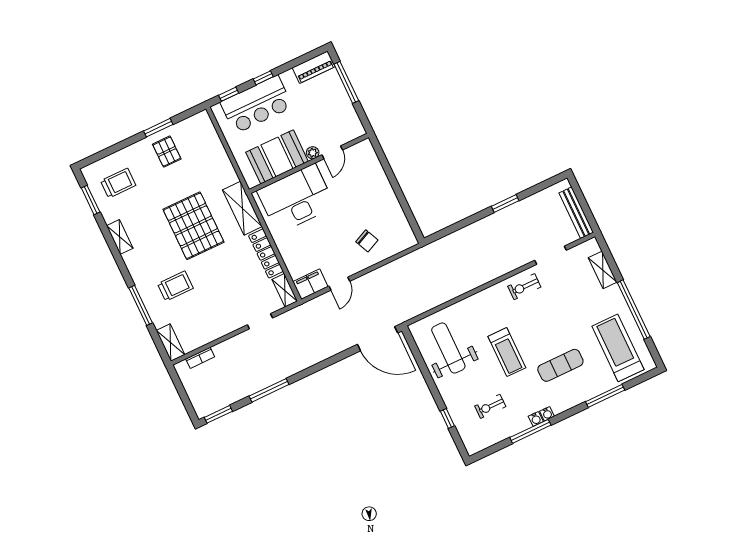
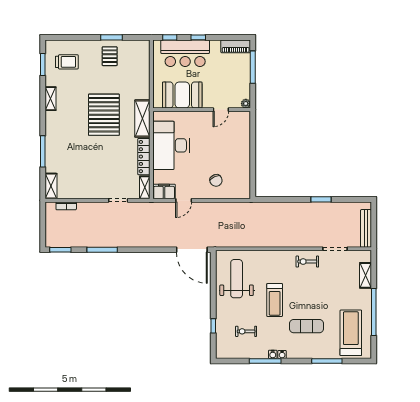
plant: (313, 153) -> (246, 104), moved
desk: (296, 199) -> (171, 145), moved, turned -90
trolley: (175, 286) -> (72, 150), removed

